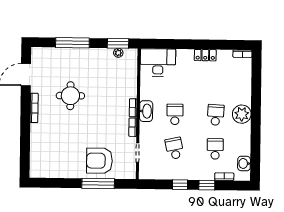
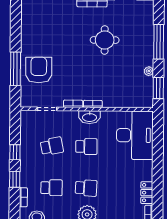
plant: (118, 53) -> (149, 71), moved
locker: (205, 55) -> (147, 193), moved
desk: (158, 62) -> (135, 135), width x1.36, depth x1.30

